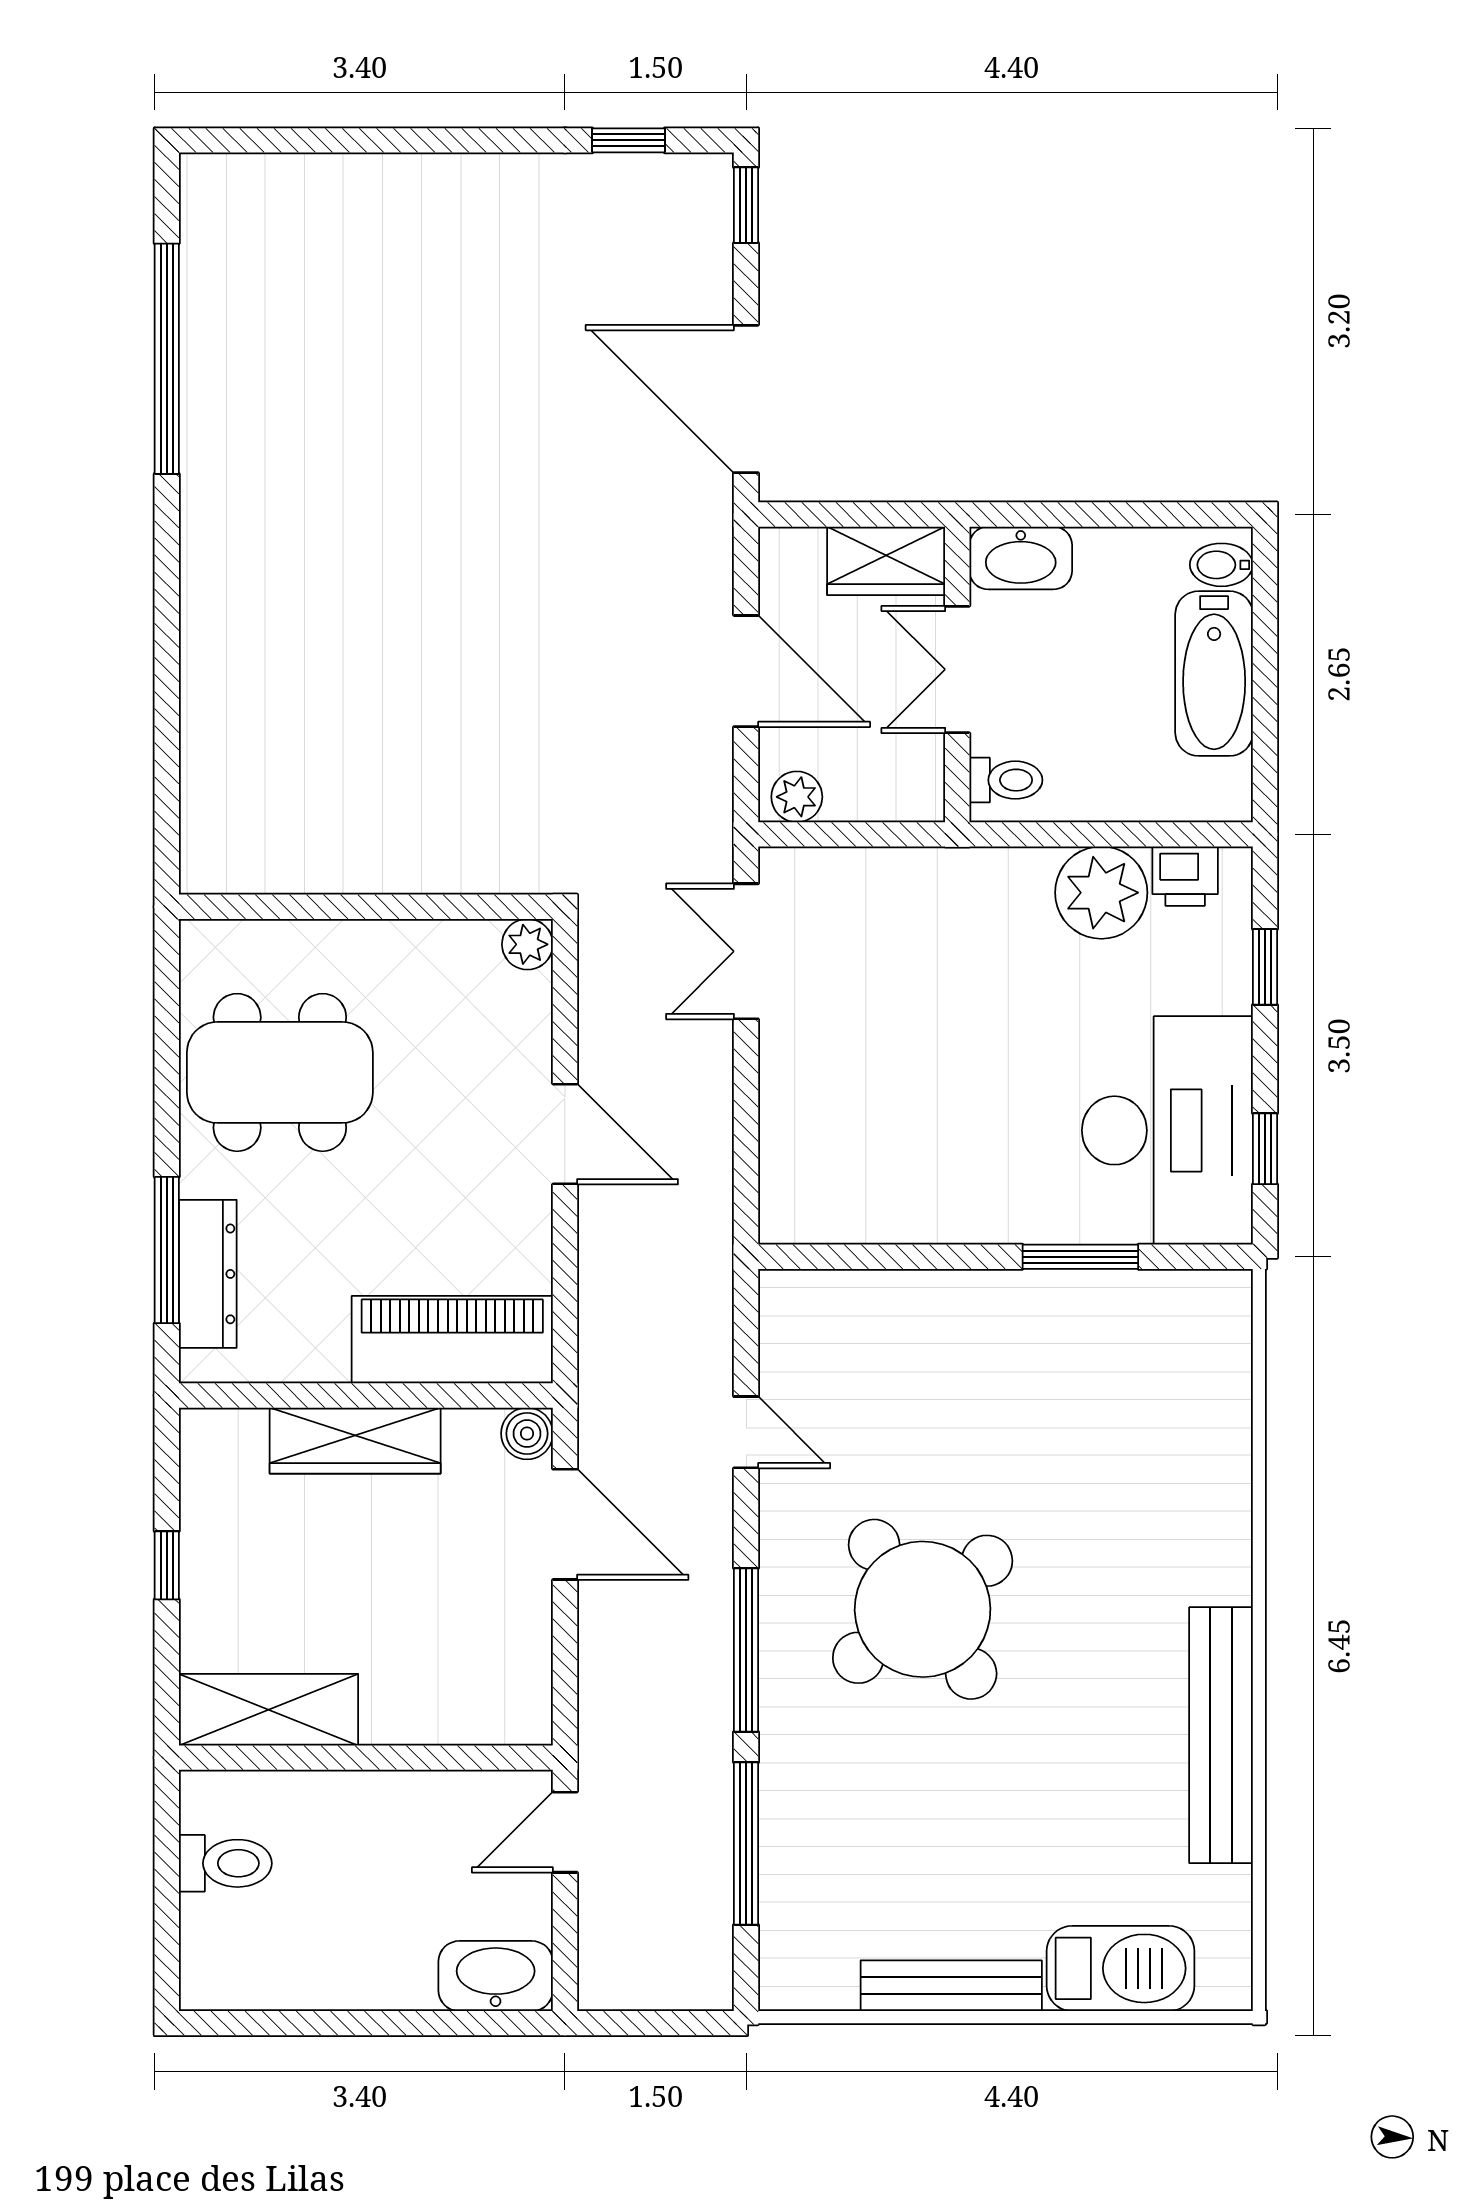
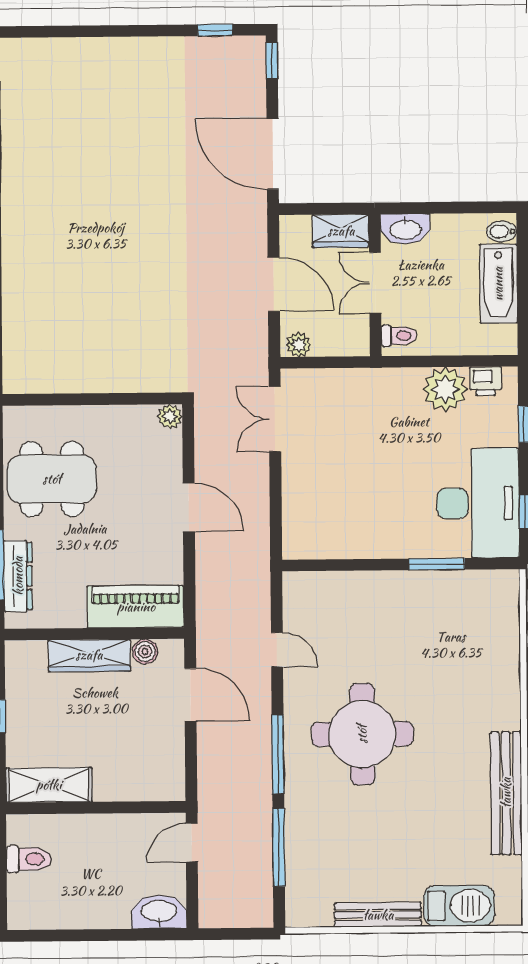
boiler: (527, 1434) -> (145, 652), moved
round table: (923, 1609) -> (362, 734), turned 37

